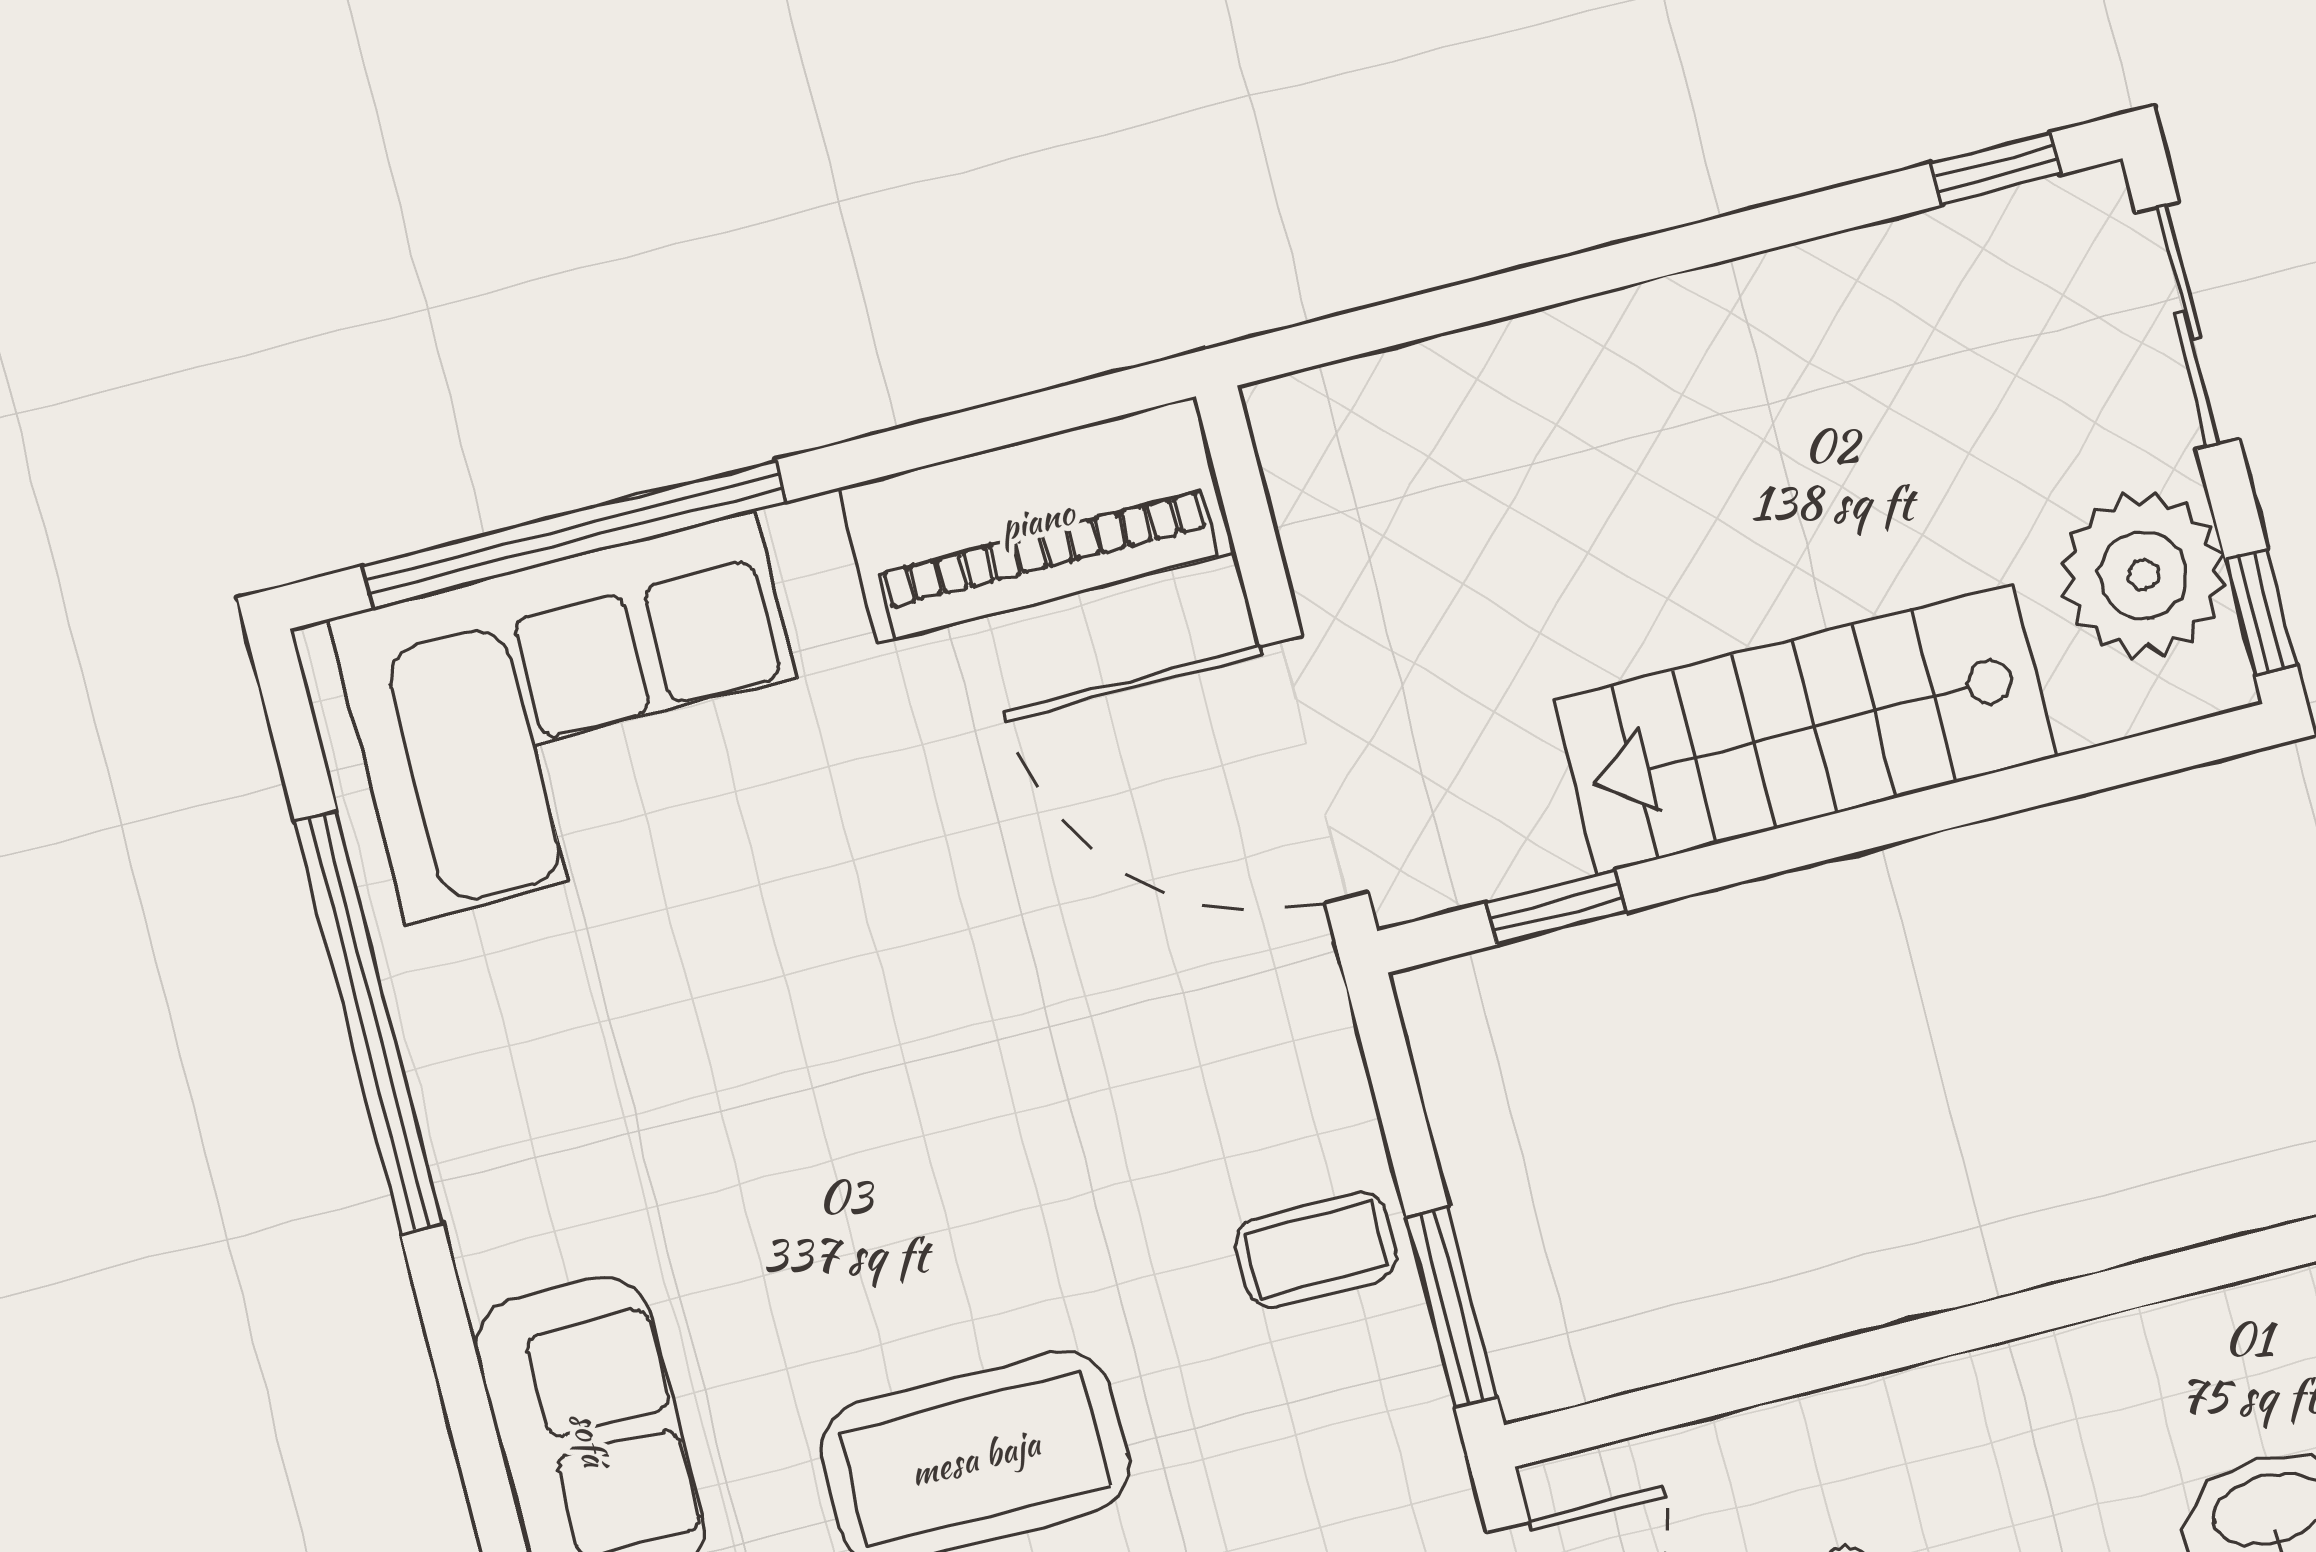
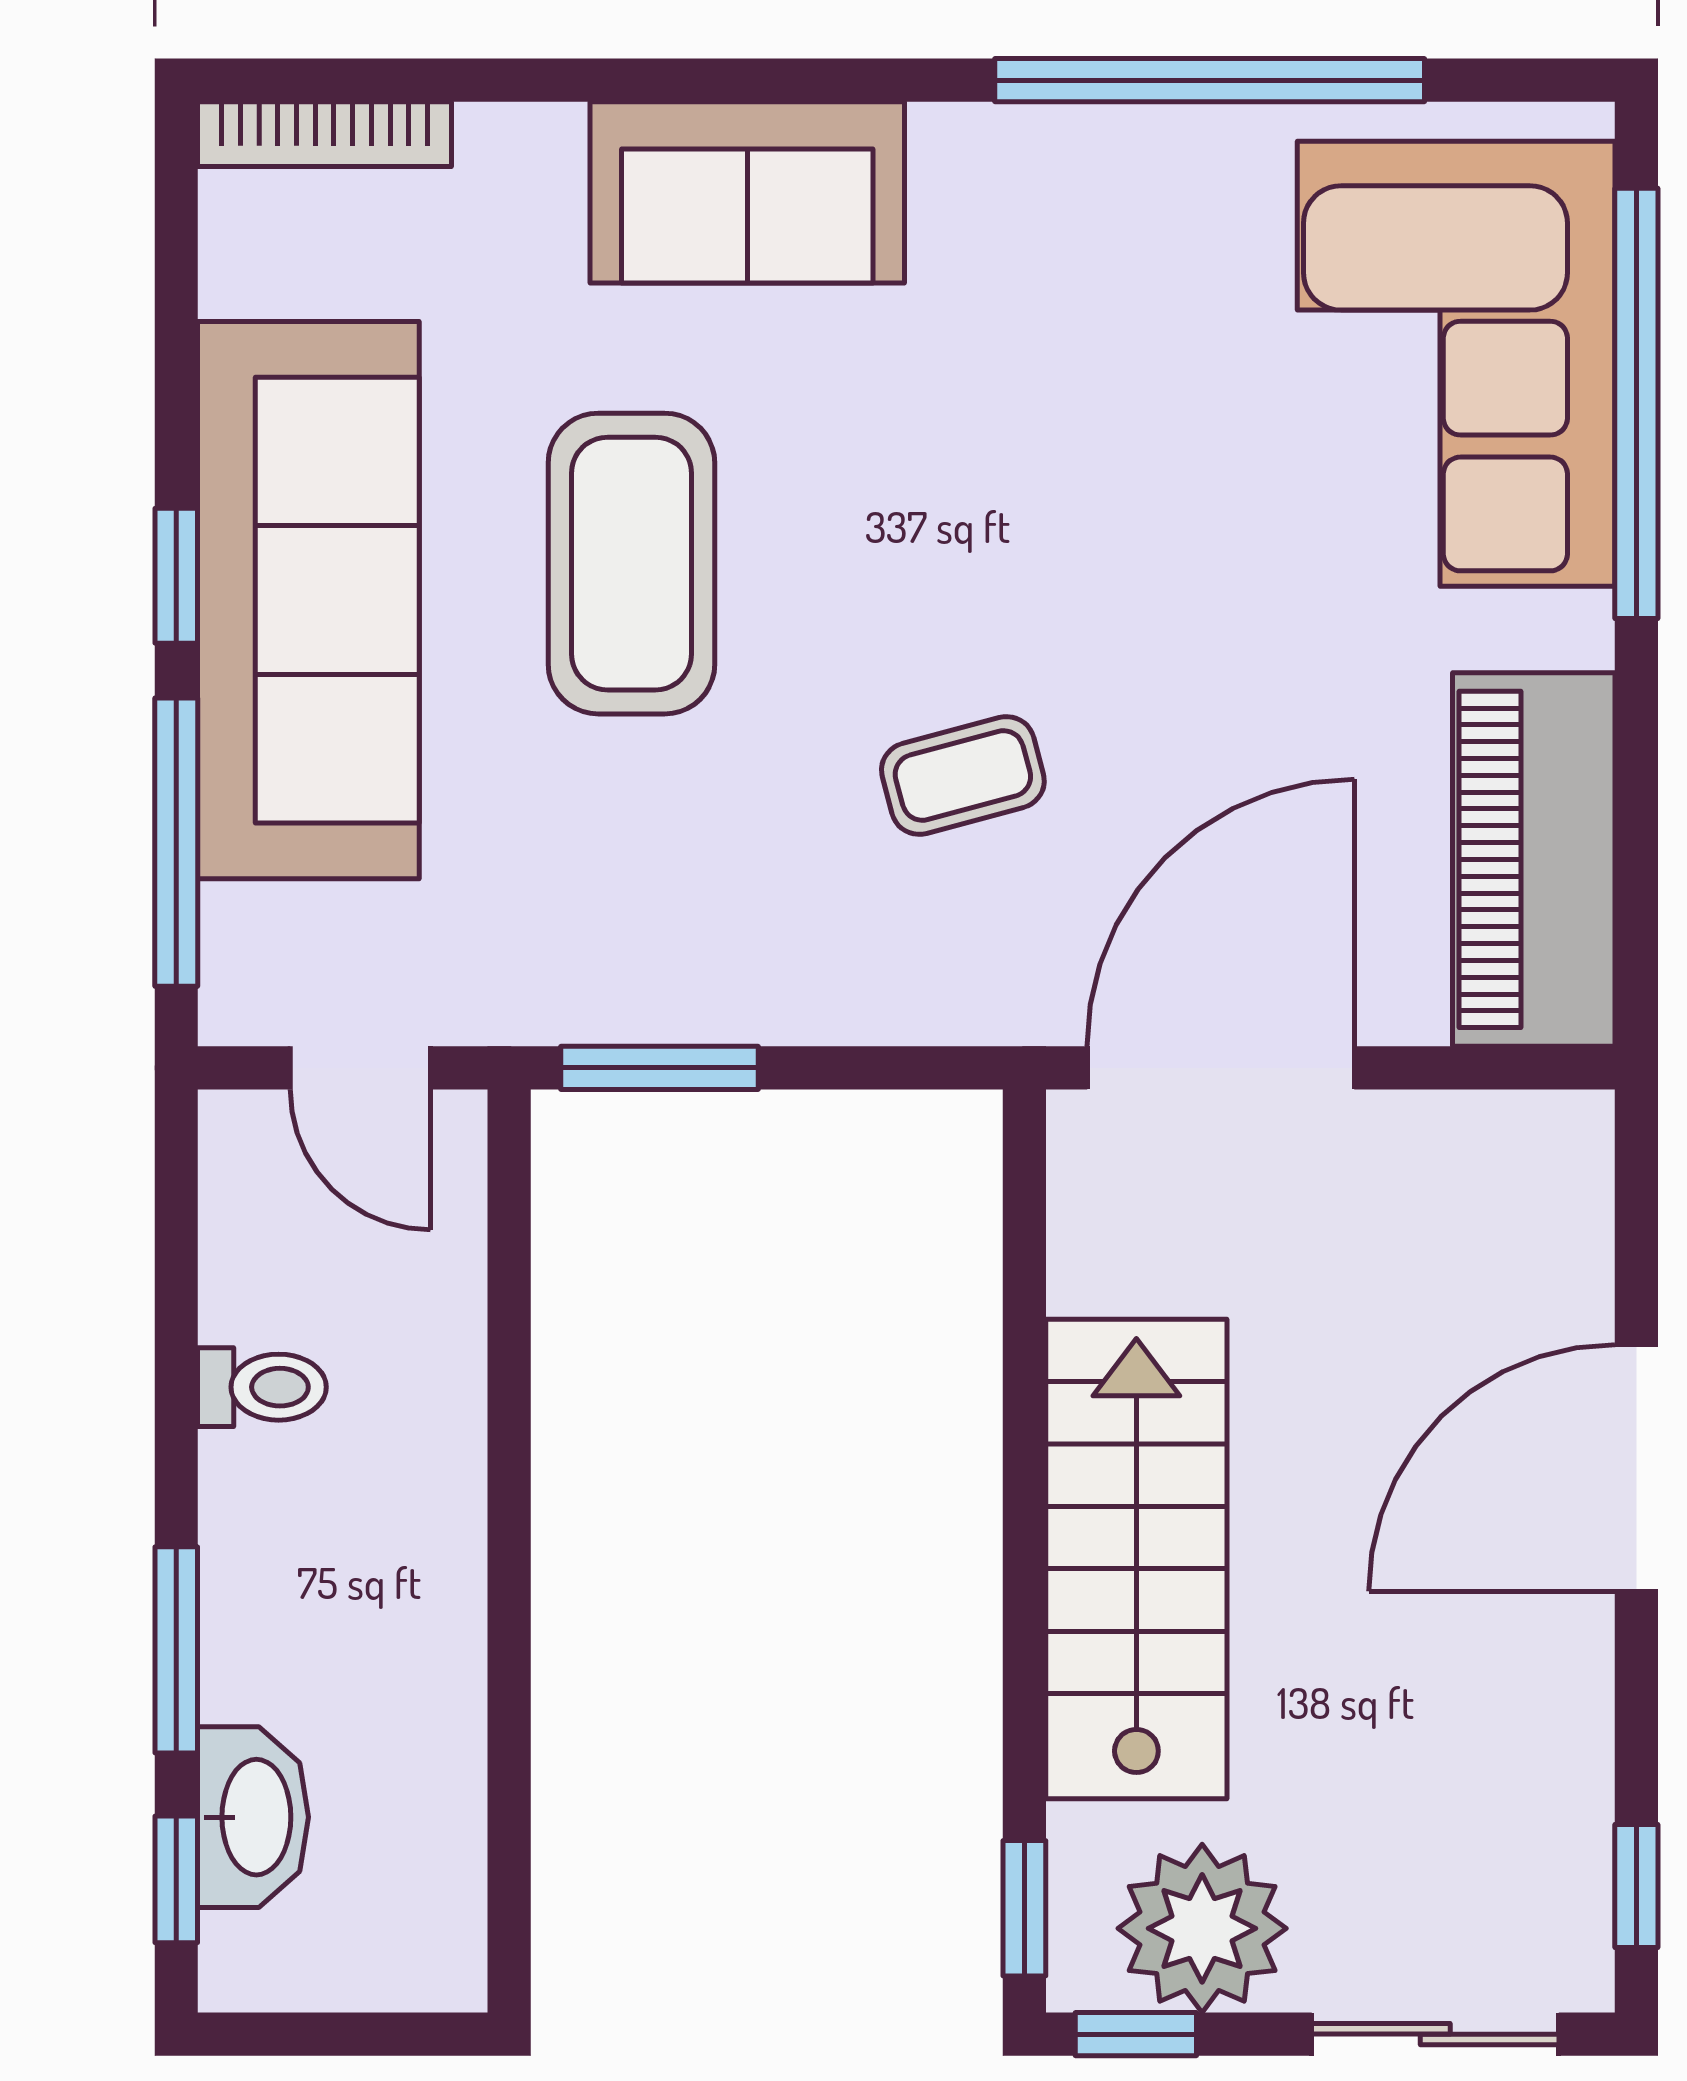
door: (1595, 272) -> (1636, 1468), added
window: (1556, 907) -> (1024, 1908), moved
coffee table: (1316, 1250) -> (963, 775), moved, turned 75

